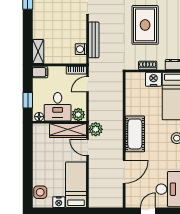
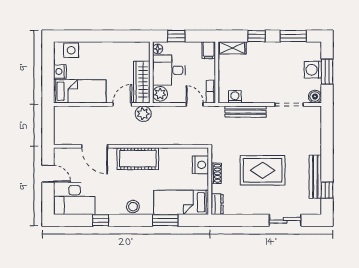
window: (28, 30) -> (257, 36), added
nightstand: (154, 79) -> (200, 165), moved

